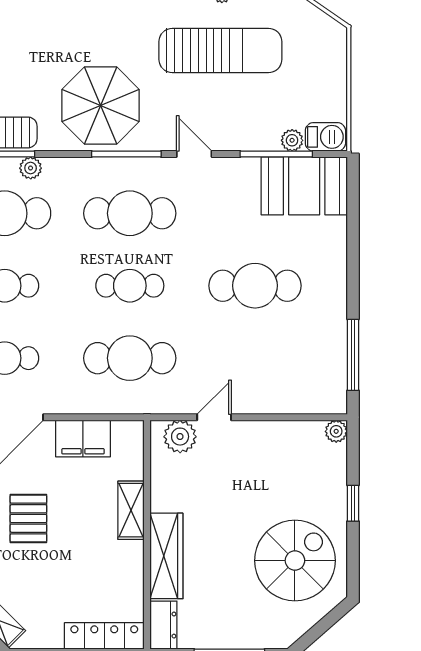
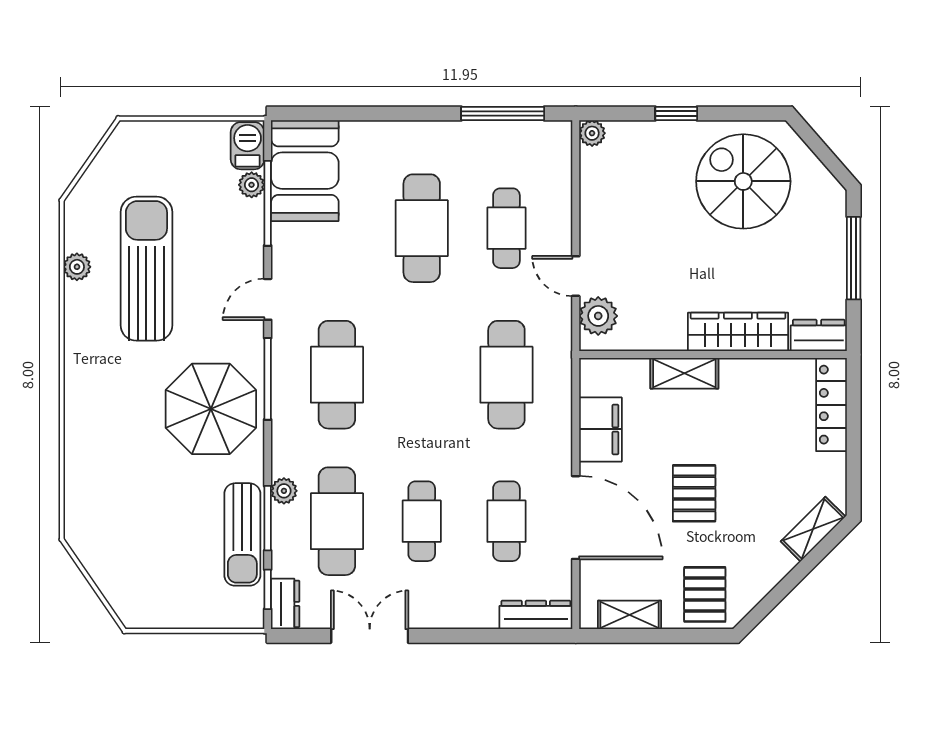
cafe table: (130, 286) -> (506, 228), moved
pallet: (28, 518) -> (694, 493), turned 90

